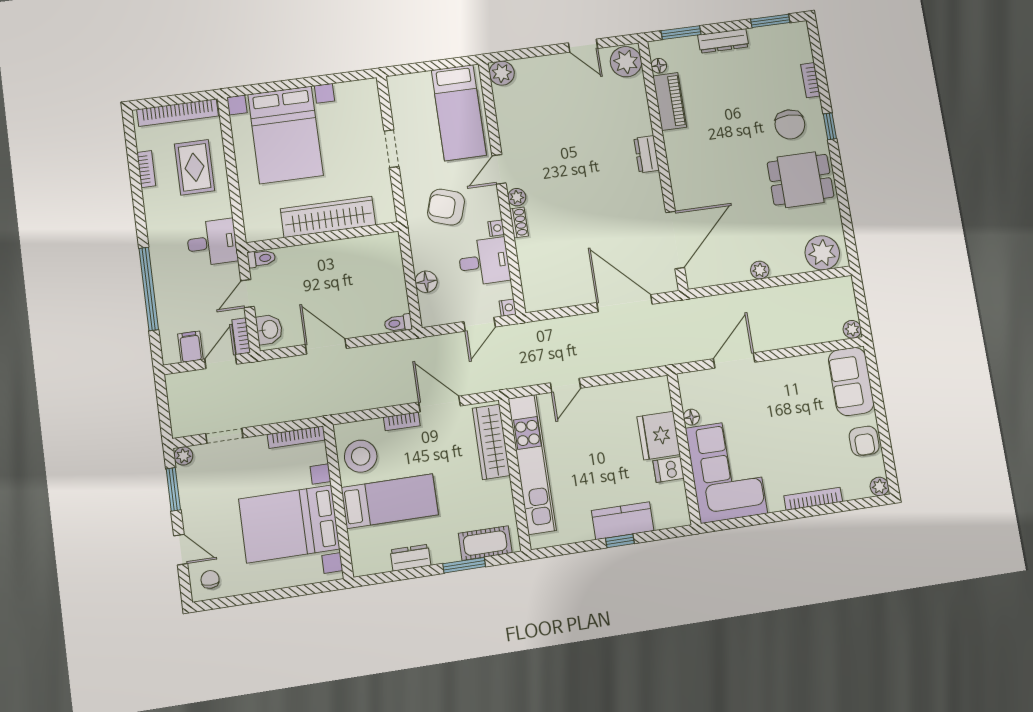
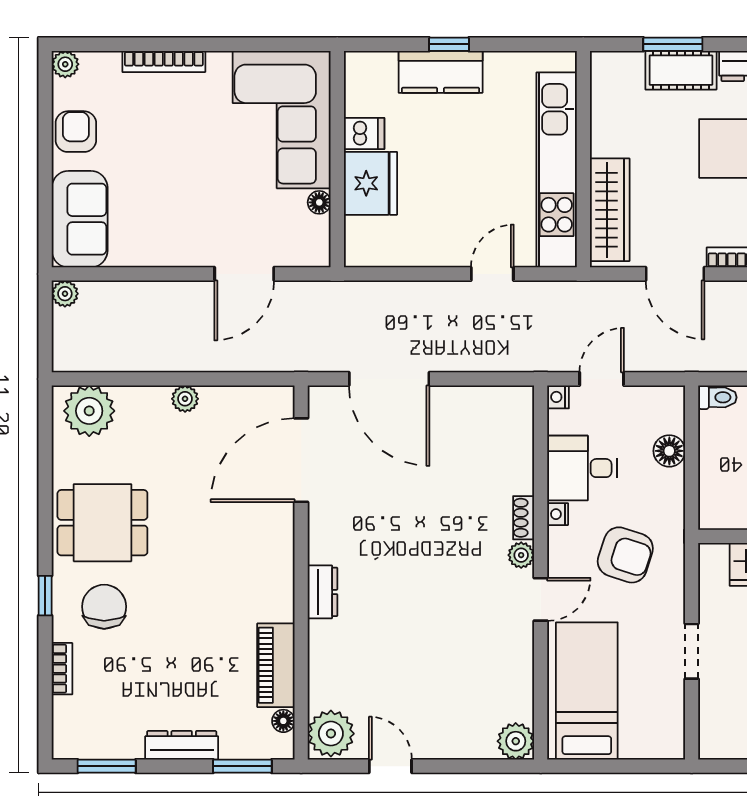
cot: (485, 543) -> (681, 70), moved

